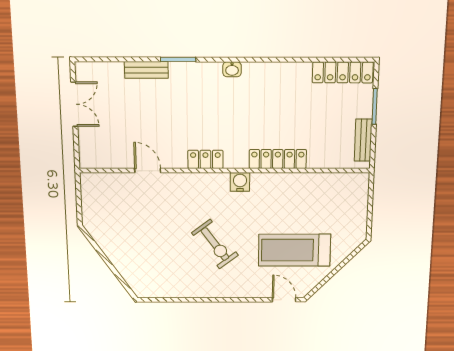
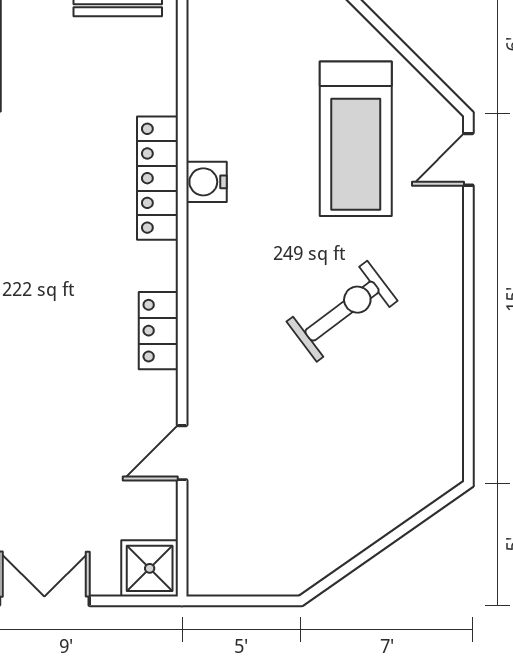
shower: (92, 155) -> (150, 568), added
water cooler: (240, 182) -> (207, 182), moved

